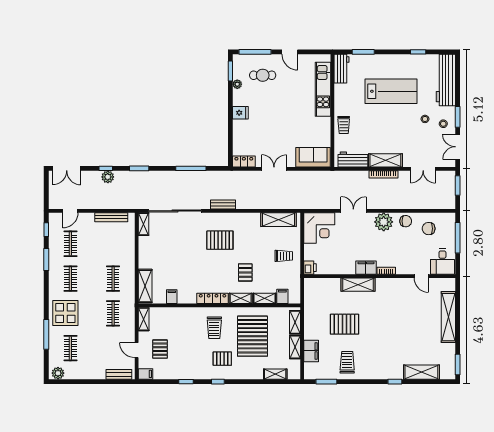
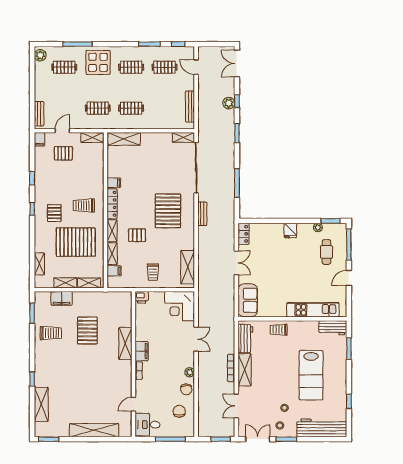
plant: (384, 222) -> (190, 372), width x0.53, depth x0.53
pallet: (220, 240) -> (168, 211), width x1.37, depth x1.41
filing cabinet: (172, 297) -> (114, 183), moved

